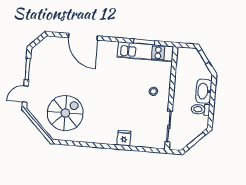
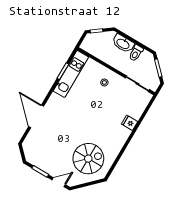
door: (83, 37) -> (36, 116), swing flipped
door: (25, 94) -> (59, 182), swing flipped
spiral stairs: (65, 113) -> (88, 159), turned 90

